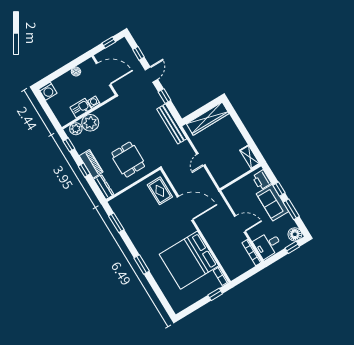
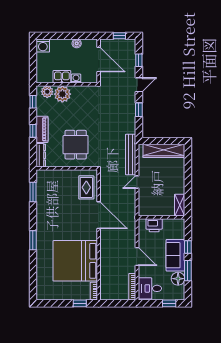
bench: (172, 124) -> (131, 155), moved
printer: (262, 180) -> (154, 225), moved, turned -90
floor lamp: (295, 234) -> (178, 279), moved

